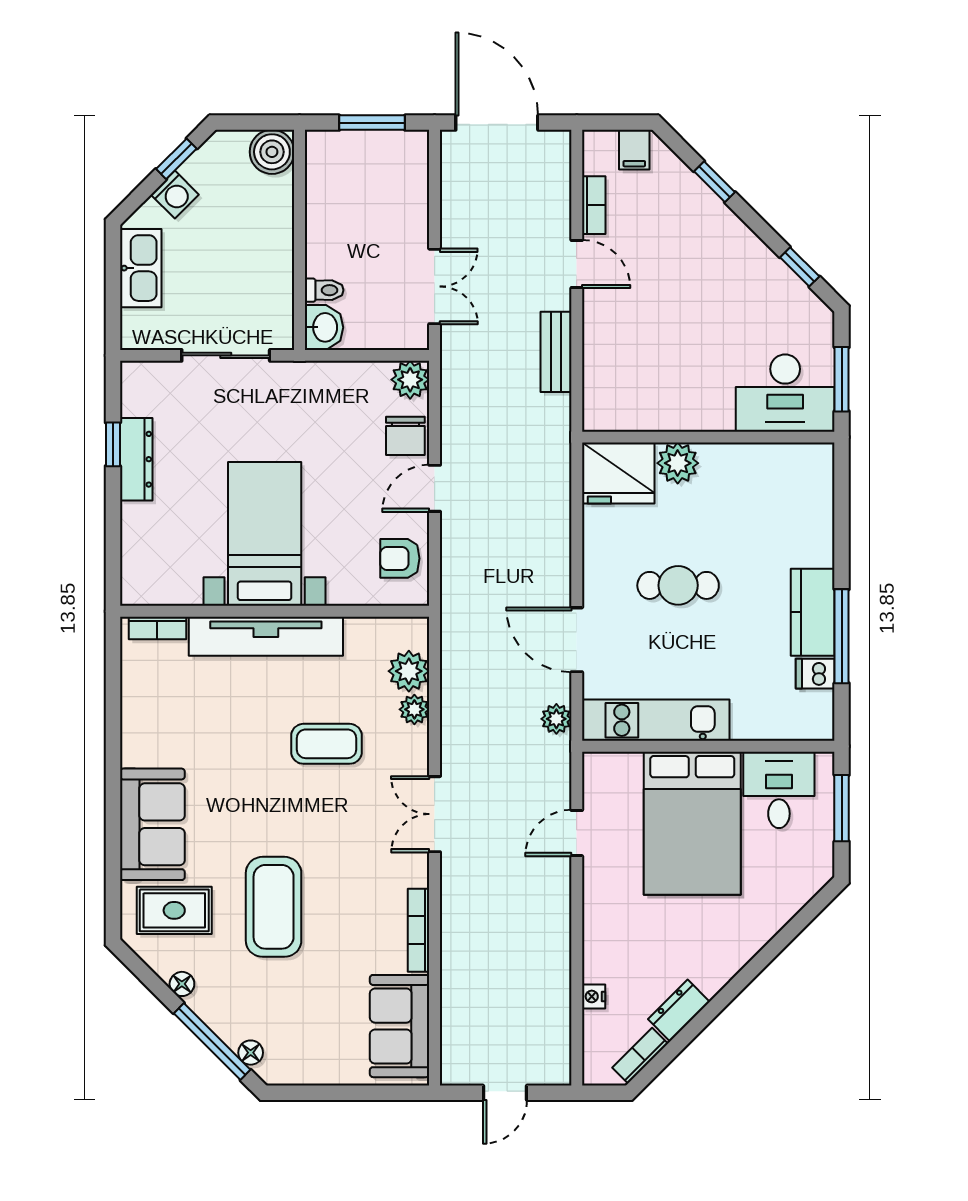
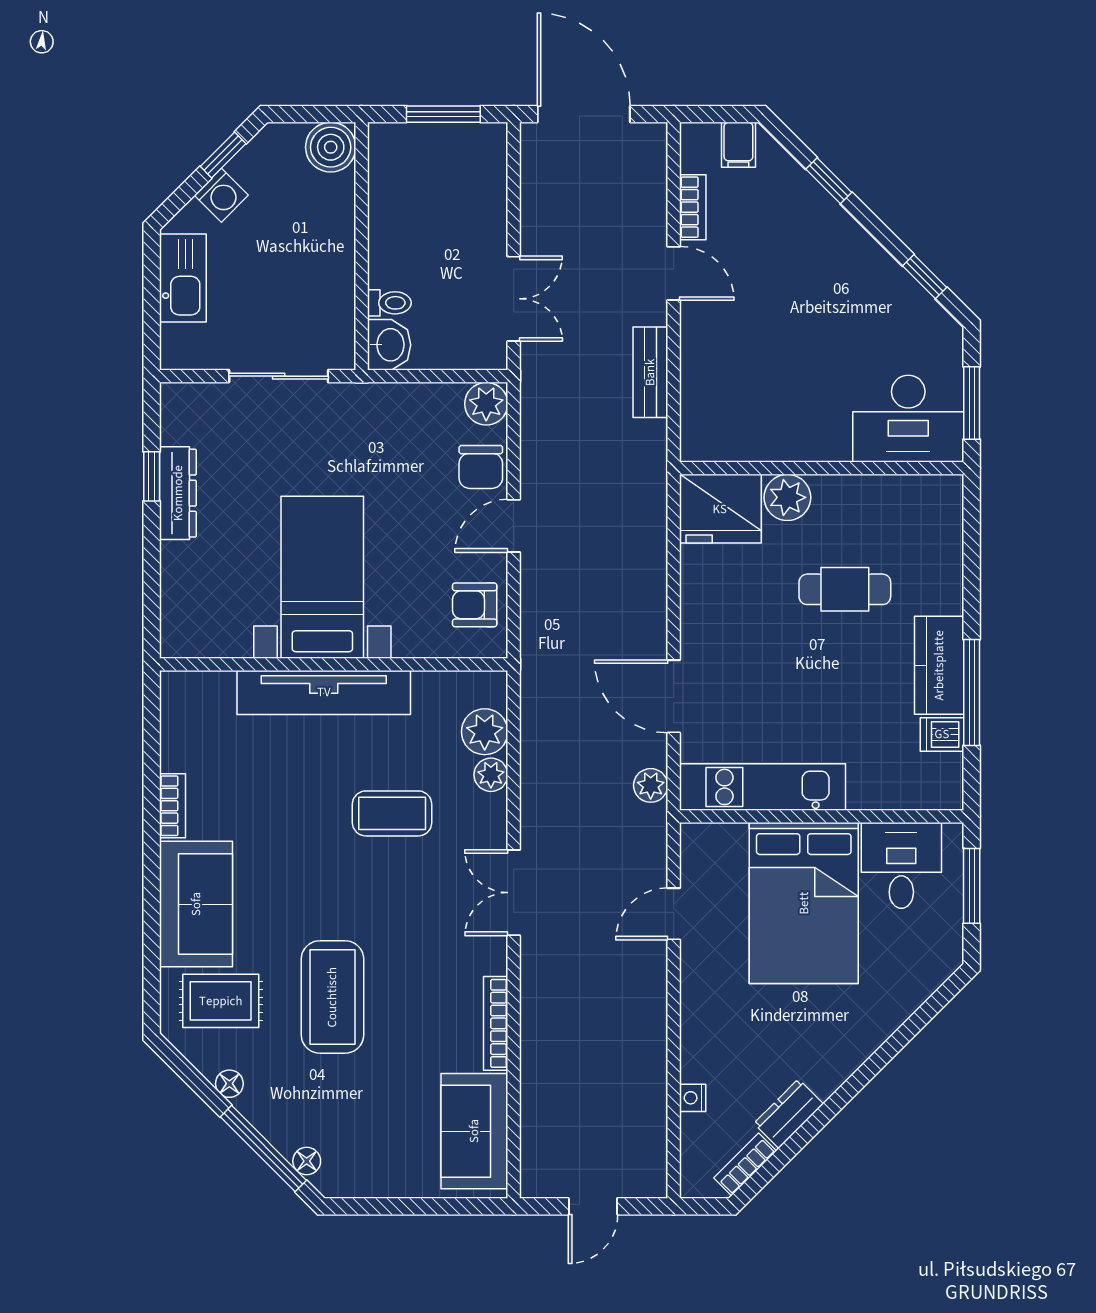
cafe table: (678, 585) -> (845, 589), moved
bookcase: (157, 628) -> (173, 806), moved, turned -90

